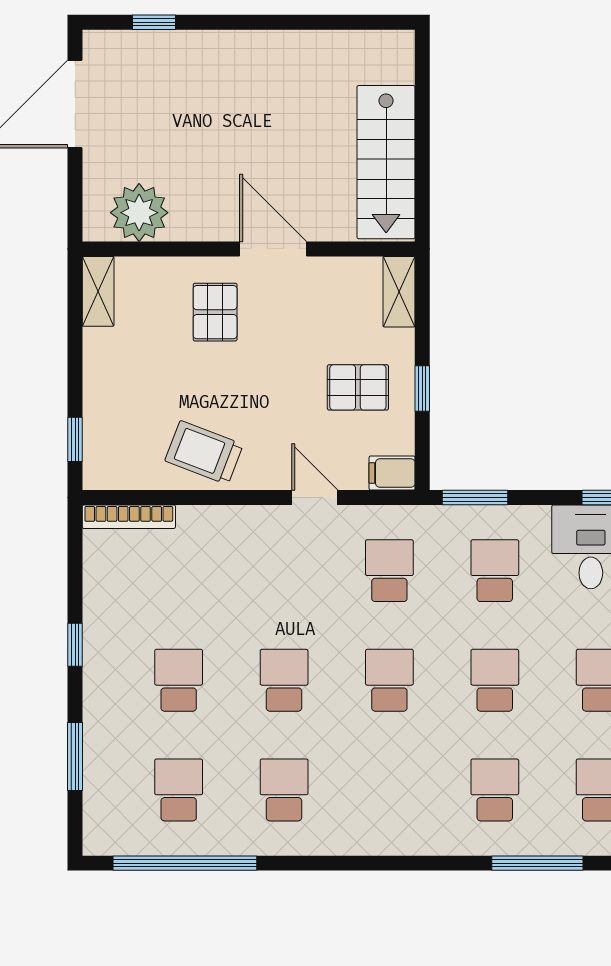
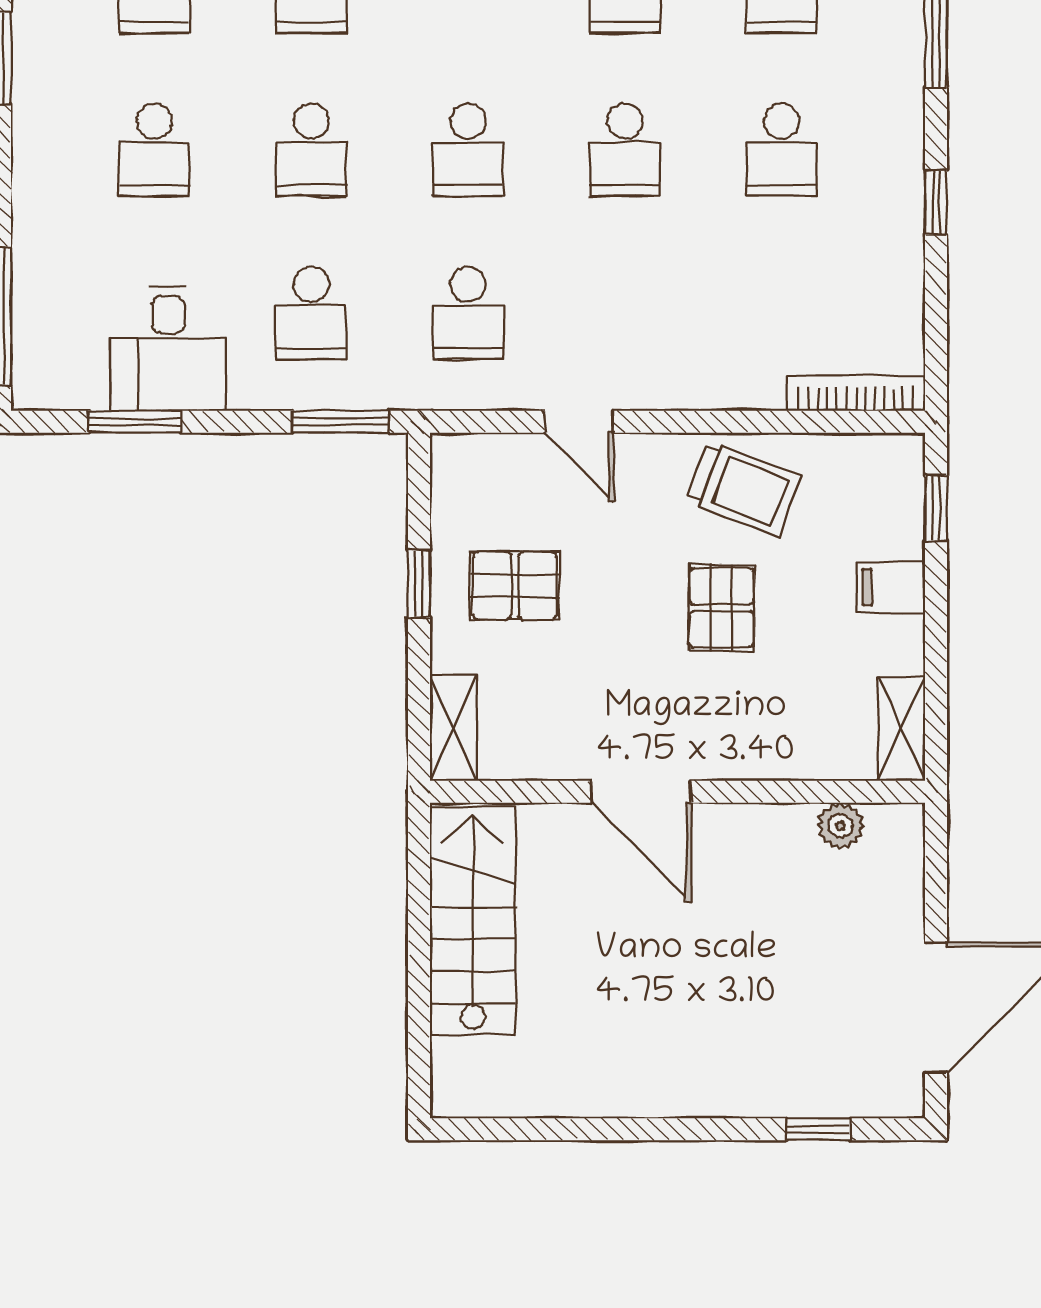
plant: (139, 213) -> (840, 826), width x0.53, depth x0.53
pallet: (215, 312) -> (722, 608), moved
filing cabinet: (392, 473) -> (891, 587), moved, turned 180

